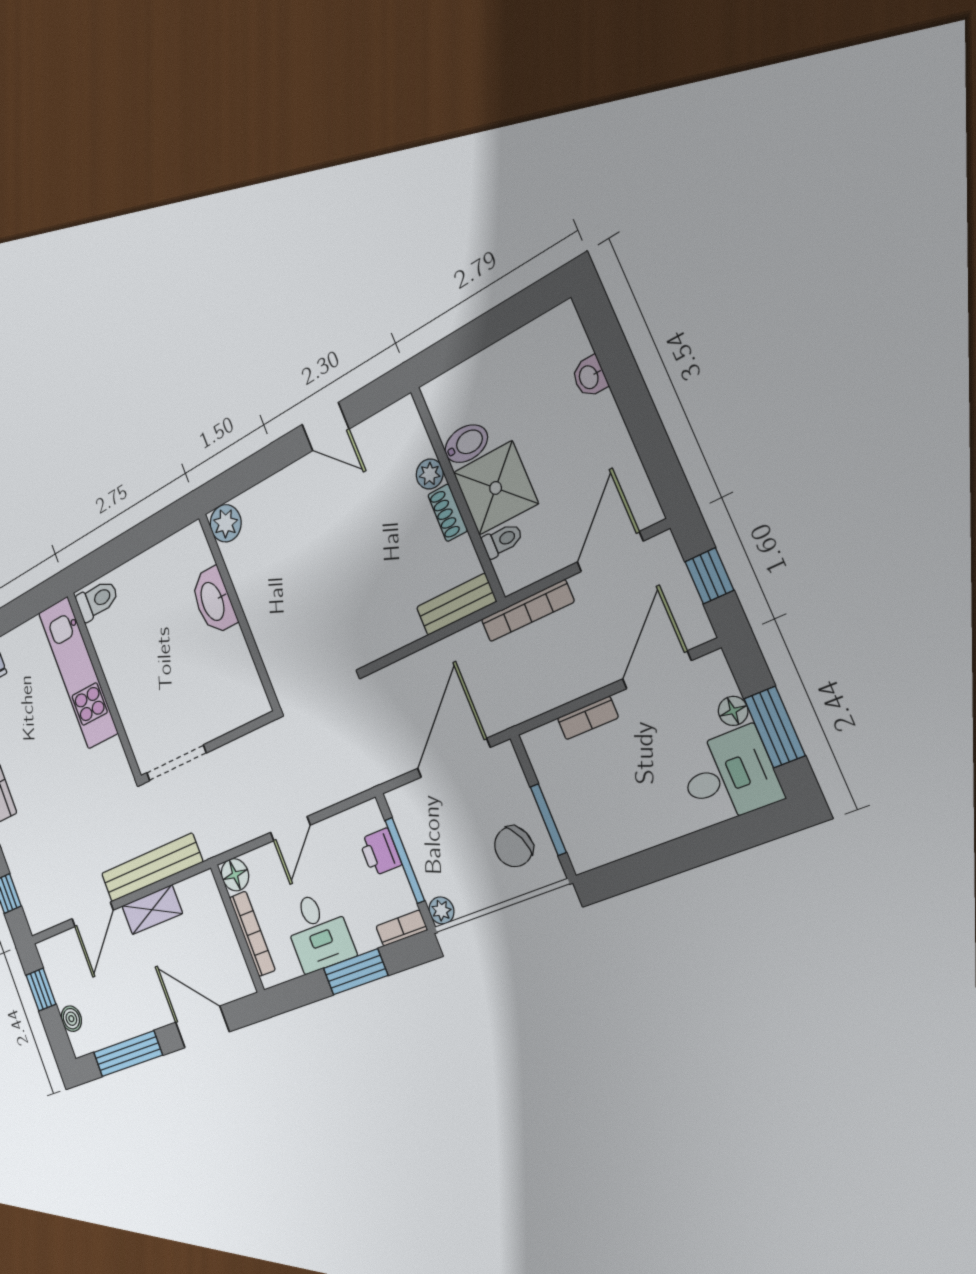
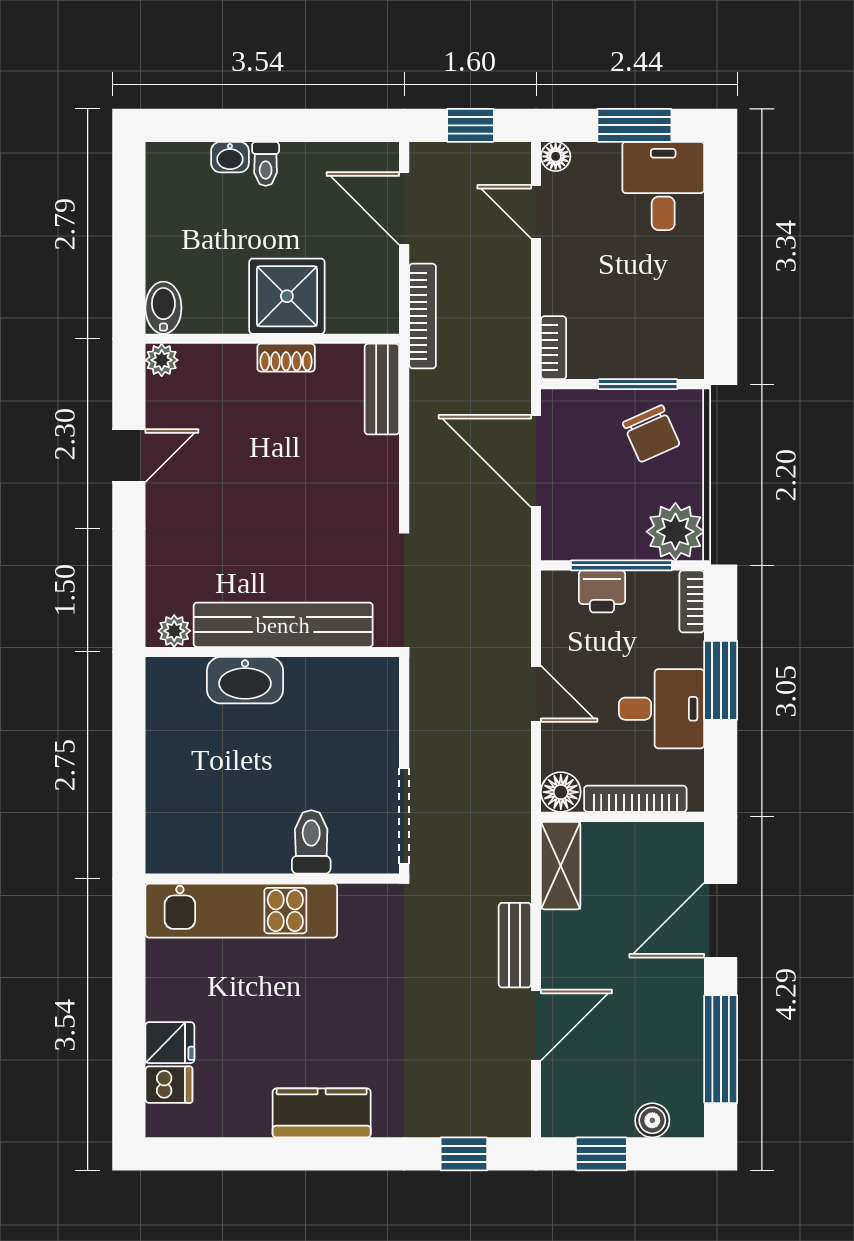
bidet: (466, 444) -> (163, 308), moved
plant: (430, 474) -> (162, 360), moved
plant: (226, 523) -> (174, 631), width x0.73, depth x0.73
toilet: (502, 540) -> (266, 164), moved, turned 180
toilet: (97, 600) -> (311, 842), moved
bench: (260, 611) -> (283, 625), added
door: (657, 670) -> (536, 212), width x0.73
floor lamp: (733, 711) -> (556, 156), moved
bookcase: (588, 718) -> (554, 348), moved
bench: (151, 868) -> (515, 945), width x0.54, depth x0.82
shelving: (152, 910) -> (561, 866), moved
plant: (441, 910) -> (675, 532), width x1.87, depth x1.87
door: (93, 914) -> (536, 1025), hinge flipped

